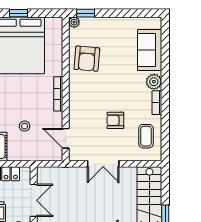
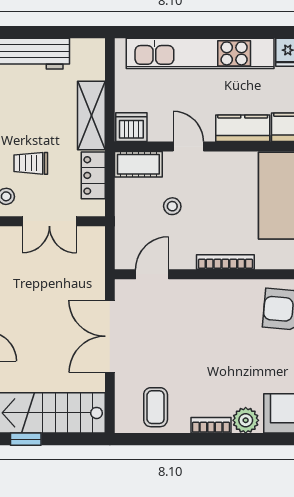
armchair: (115, 120) -> (182, 356), removed
coffee table: (146, 136) -> (156, 407), turned 90
double door: (103, 164) -> (110, 336), width x1.37

